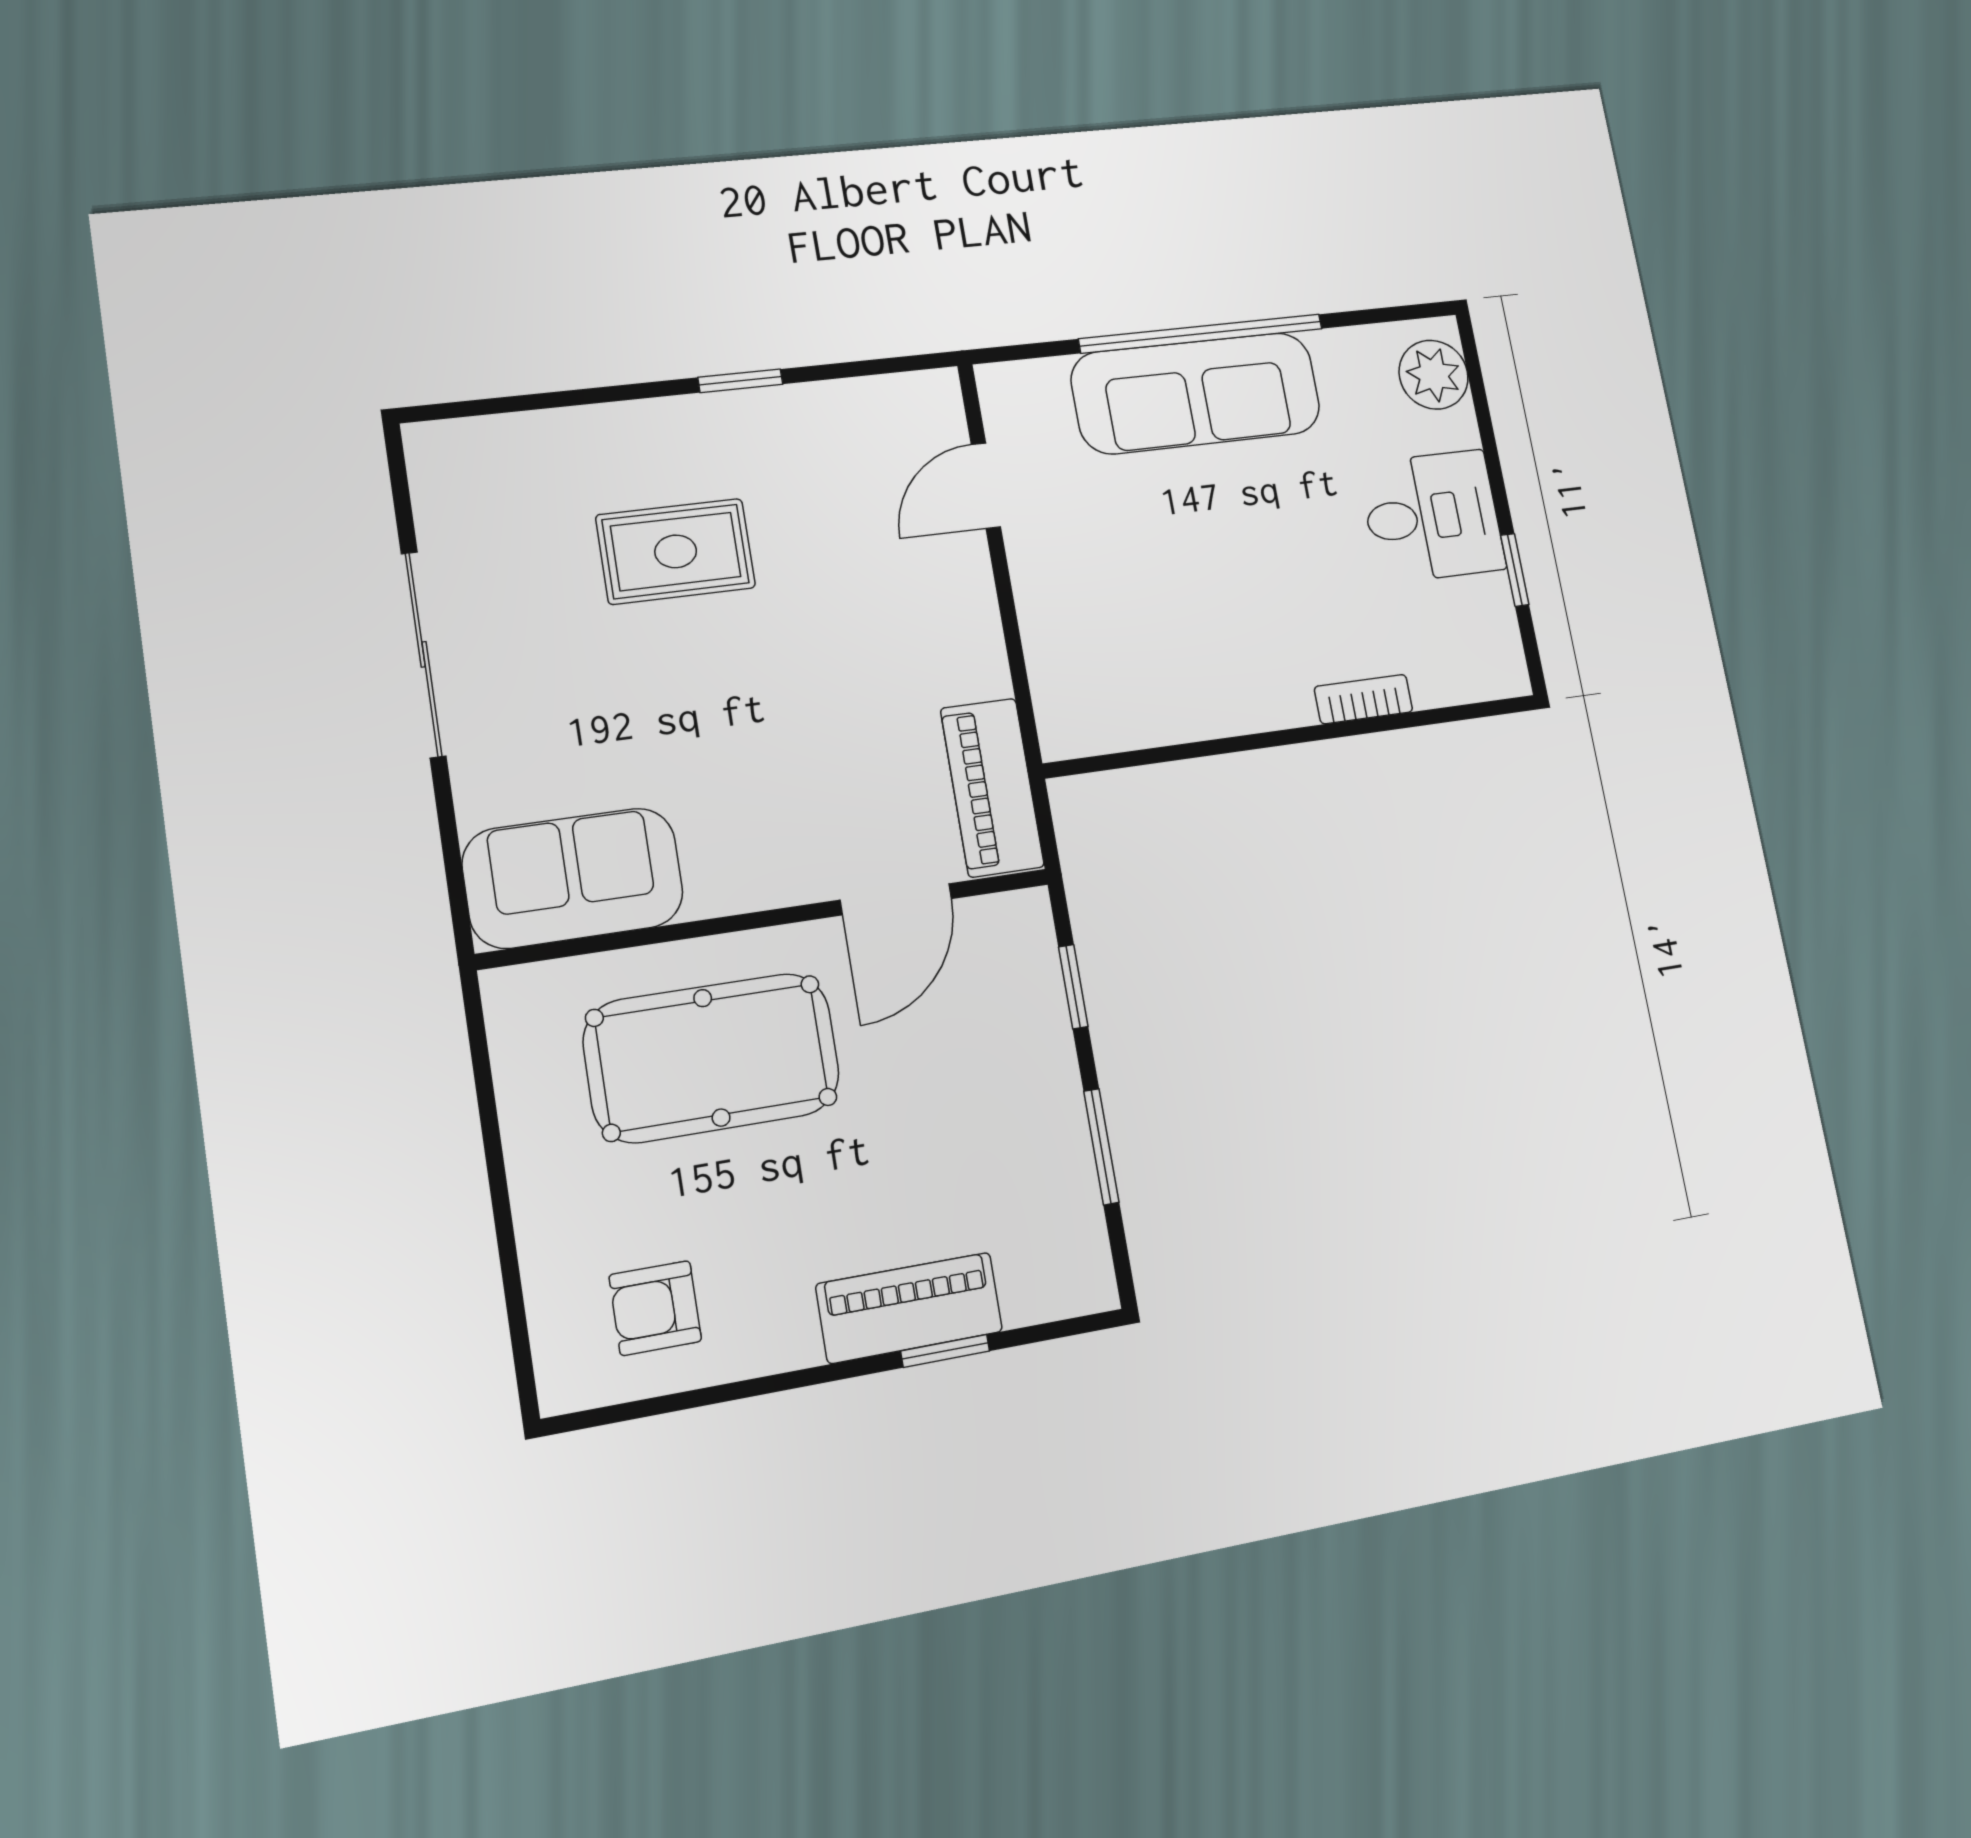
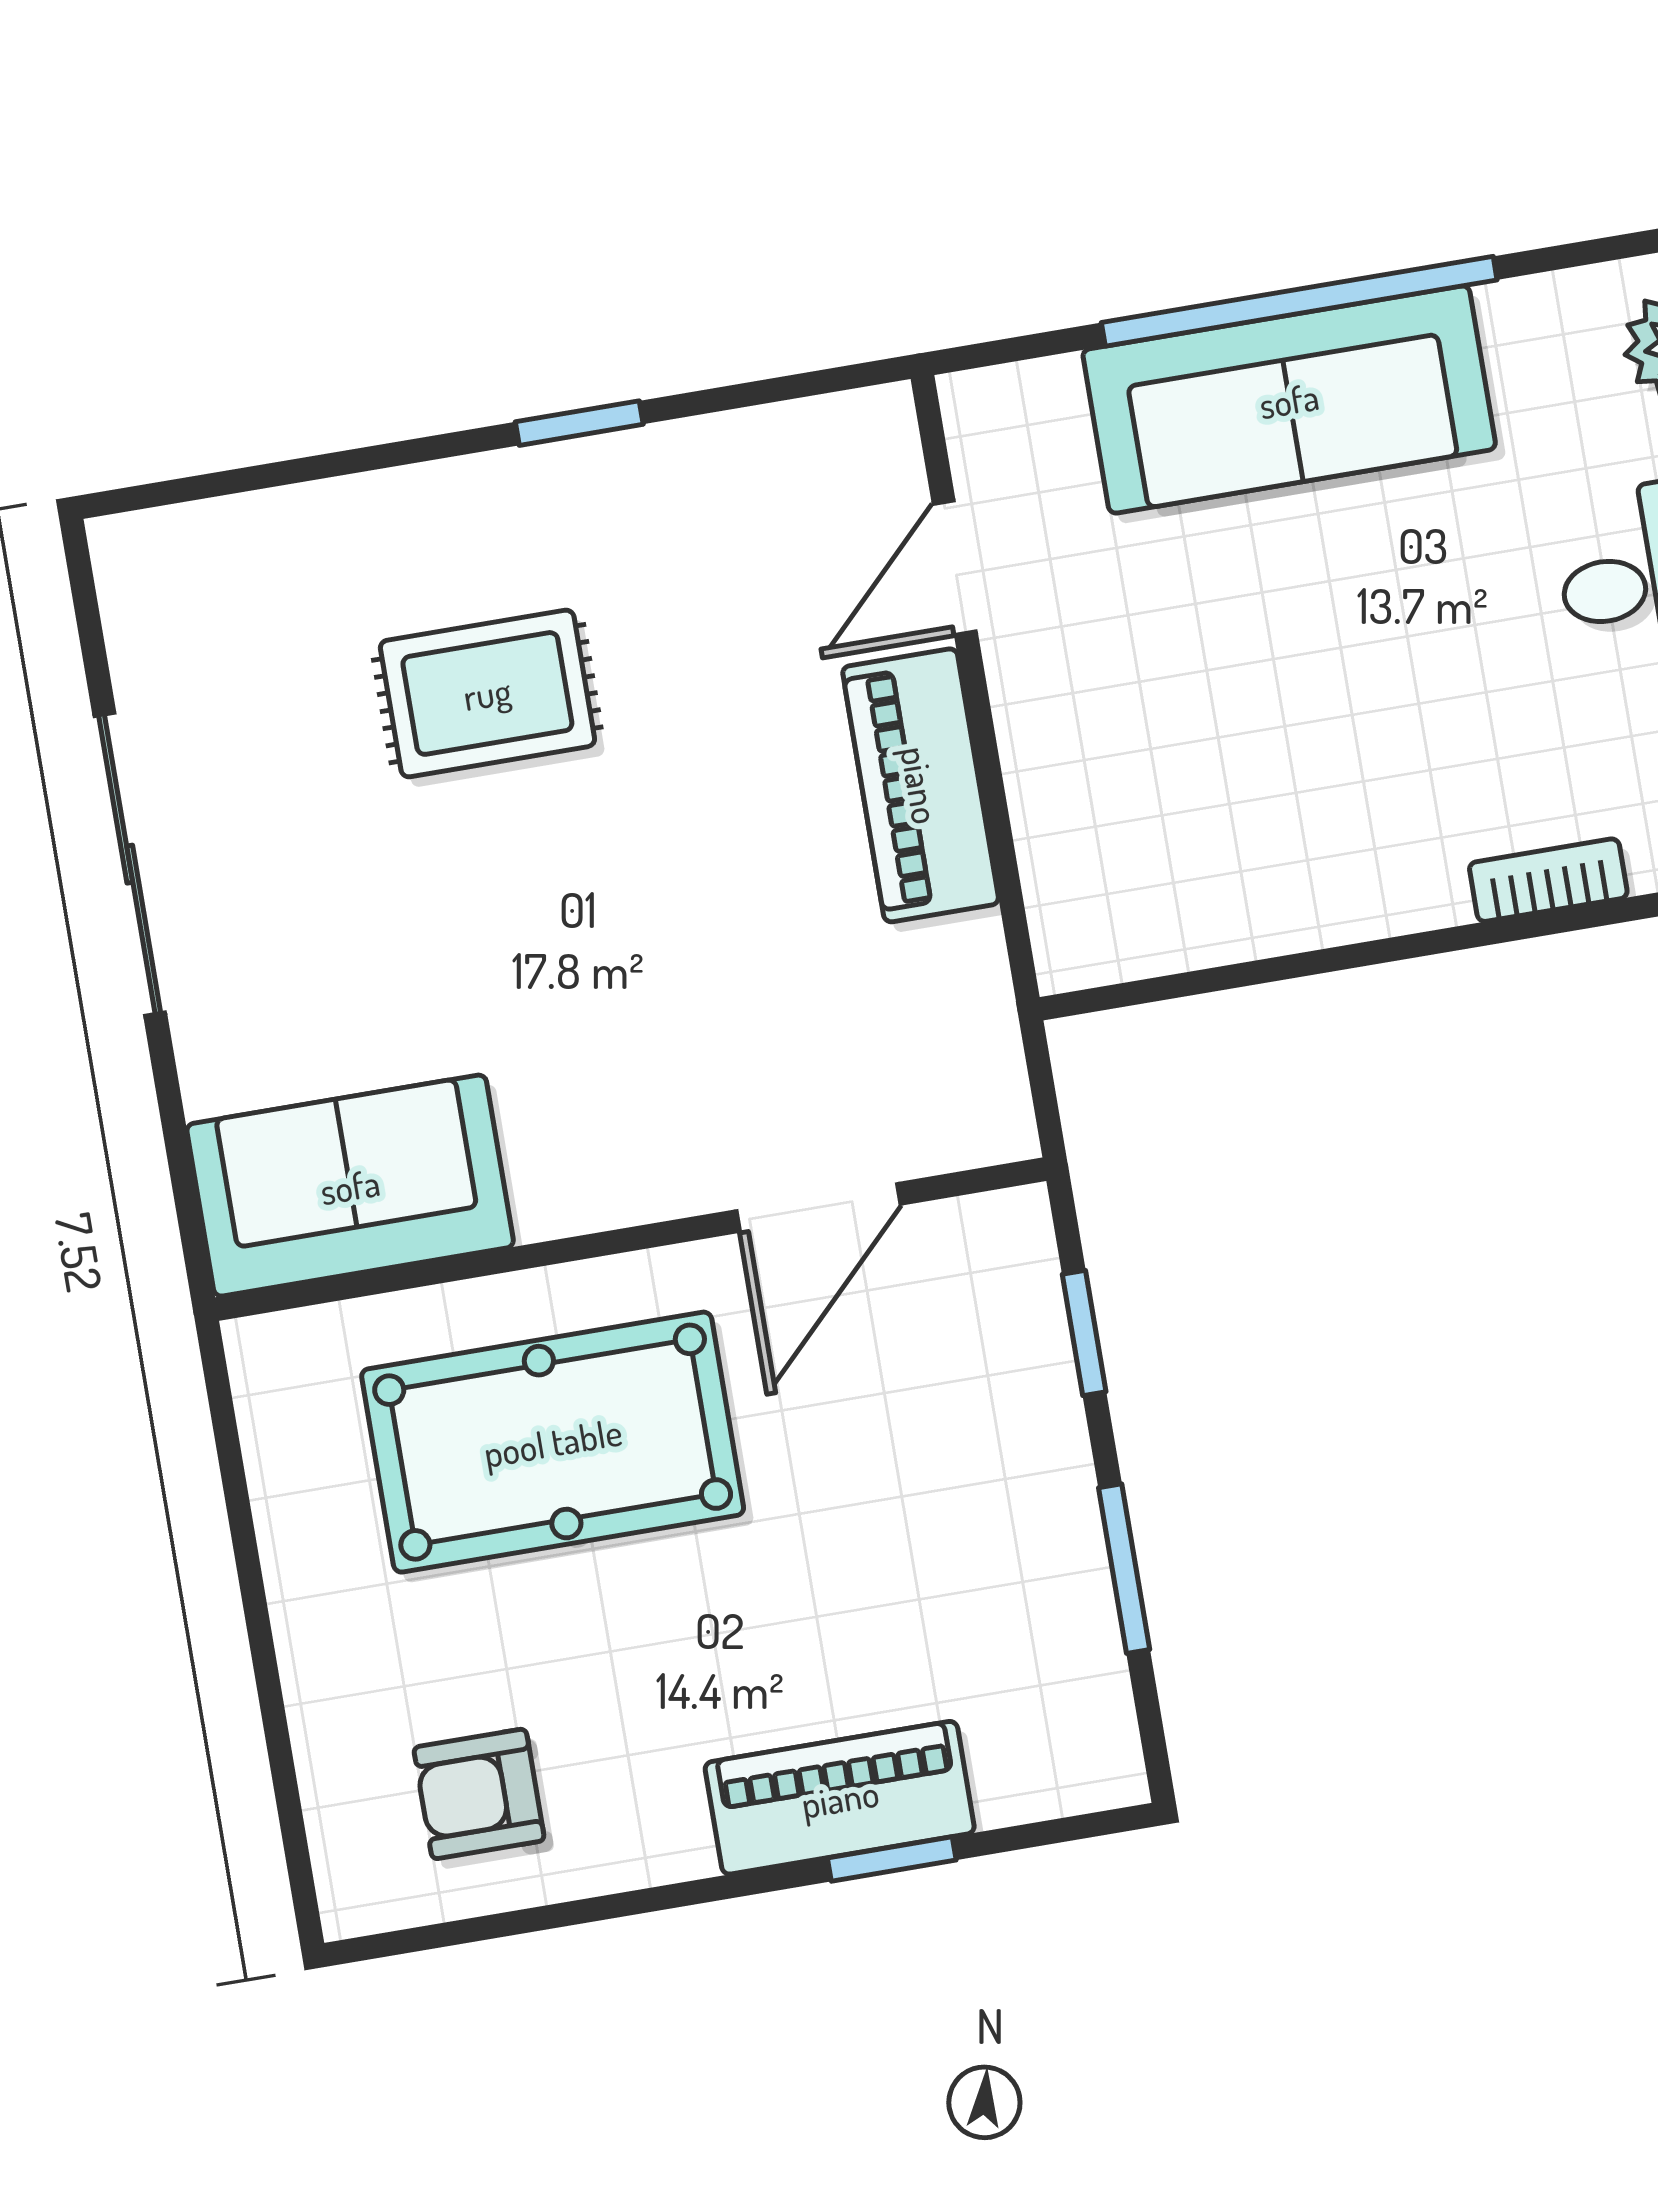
piano: (992, 787) -> (921, 785), moved

